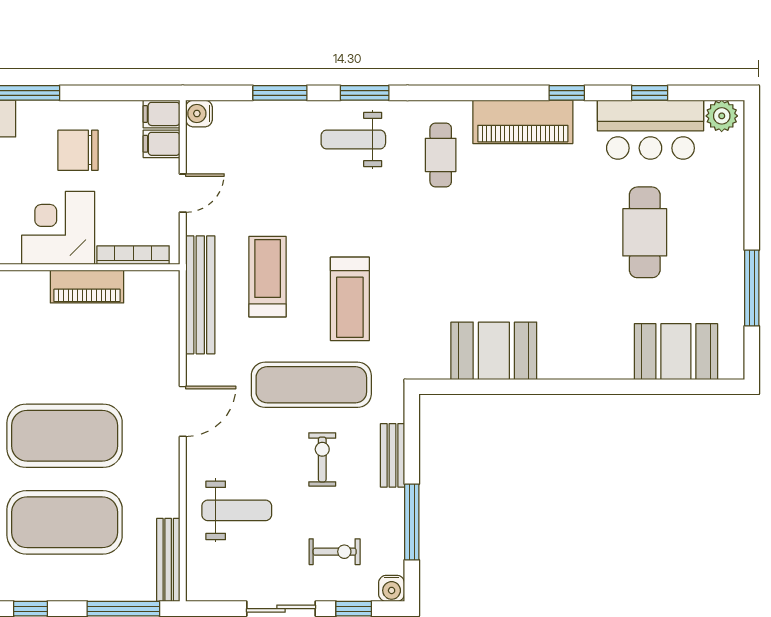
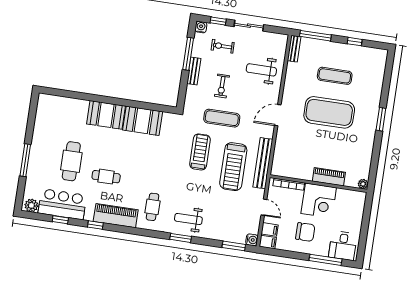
window: (280, 93) -> (234, 246), moved
weight bench: (353, 139) -> (188, 219), turned 180
door: (183, 193) -> (264, 207), swing flipped
cafe table: (559, 209) -> (106, 177), added
treadmill: (268, 277) -> (233, 167), width x1.37, depth x1.38
piano: (87, 287) -> (329, 177), moved
window: (752, 288) -> (25, 160), moved
booth: (676, 352) -> (106, 115), moved
exercise mat: (311, 385) -> (222, 118), width x0.73, depth x0.69
bench: (392, 455) -> (194, 71), moved
exercise mat: (65, 522) -> (335, 76), width x0.50, depth x0.69
bench: (168, 560) -> (294, 49), width x0.73

